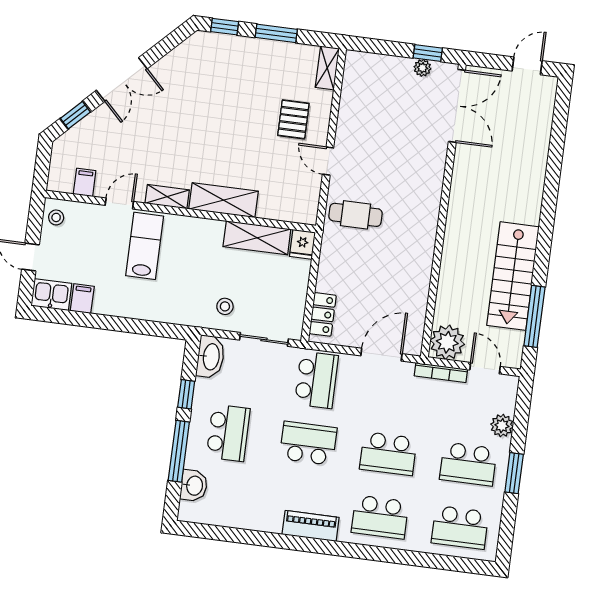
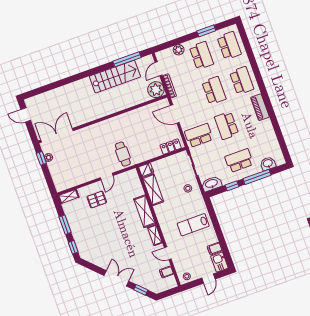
lab bench: (145, 246) -> (193, 225), moved
window: (514, 473) -> (206, 31), moved

